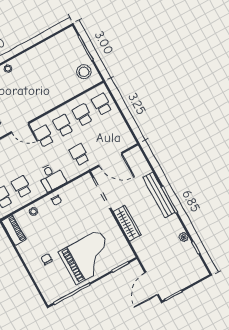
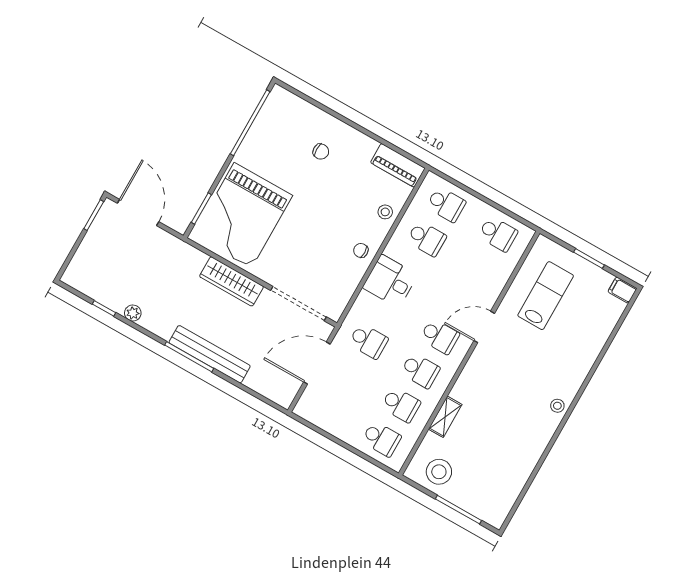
shelving: (65, 96) -> (445, 417), added
grand piano: (88, 257) -> (243, 215), moved

